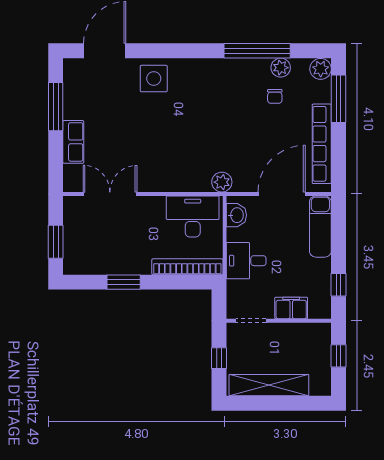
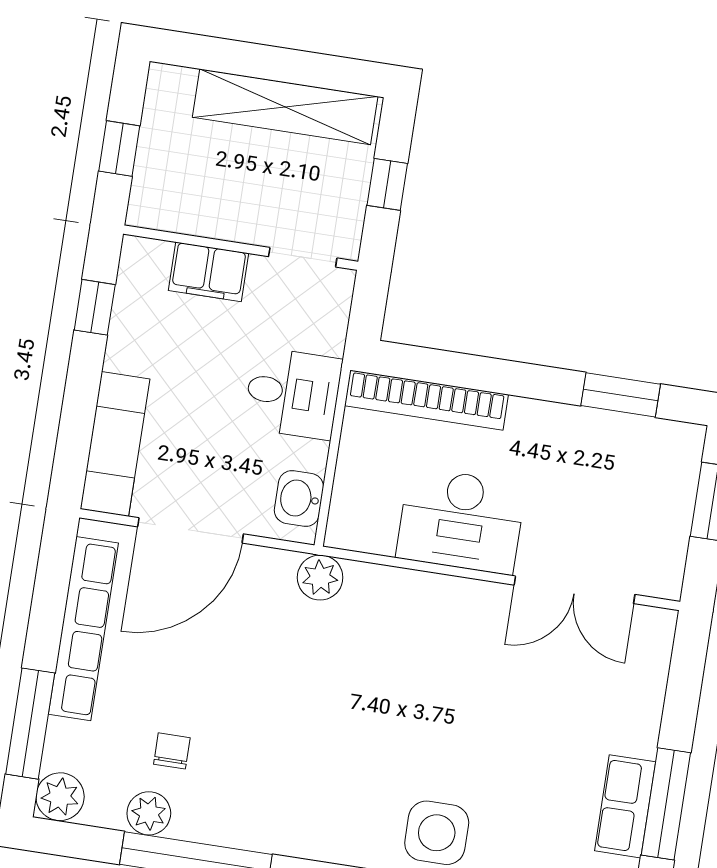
row of seats: (73, 142) -> (625, 806), moved
desk: (193, 216) -> (461, 521), moved
window: (124, 282) -> (621, 395), moved

